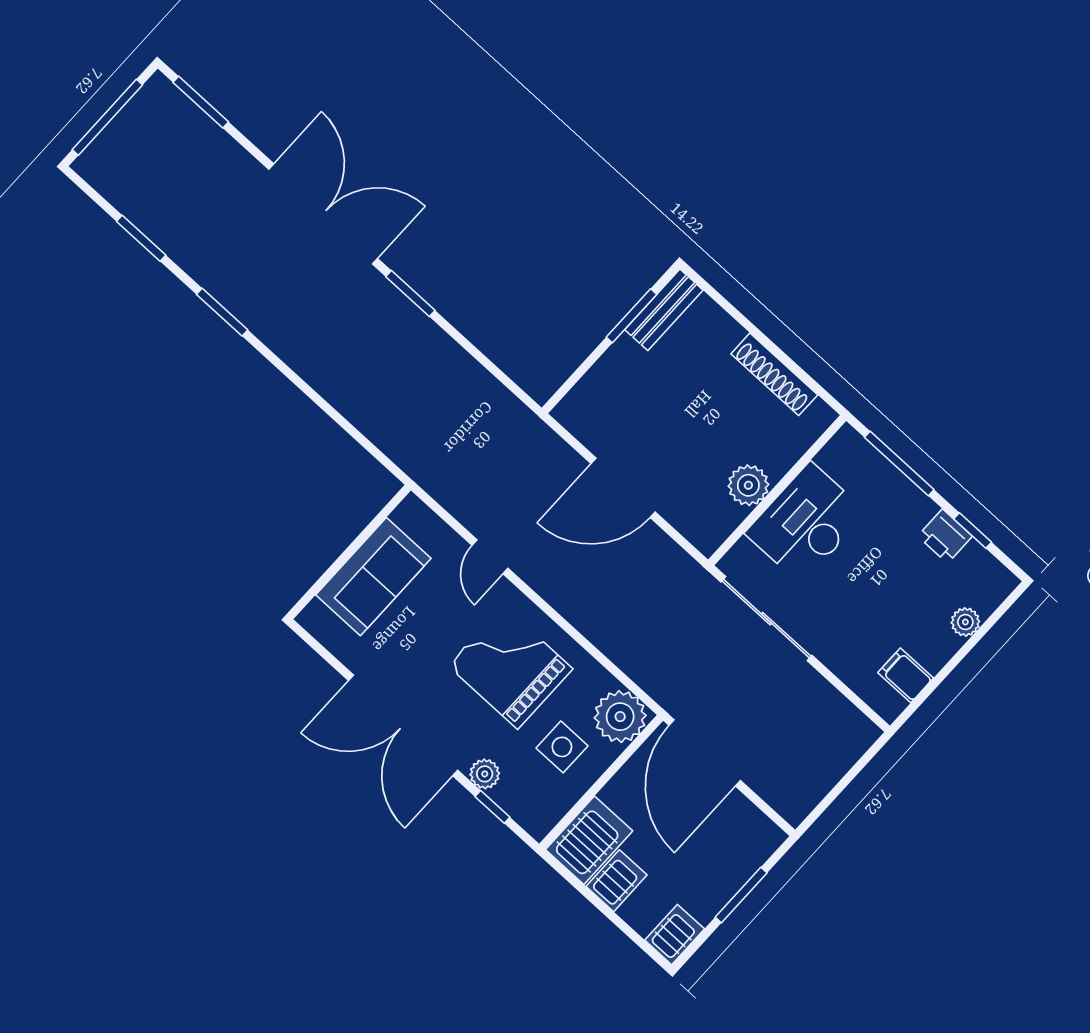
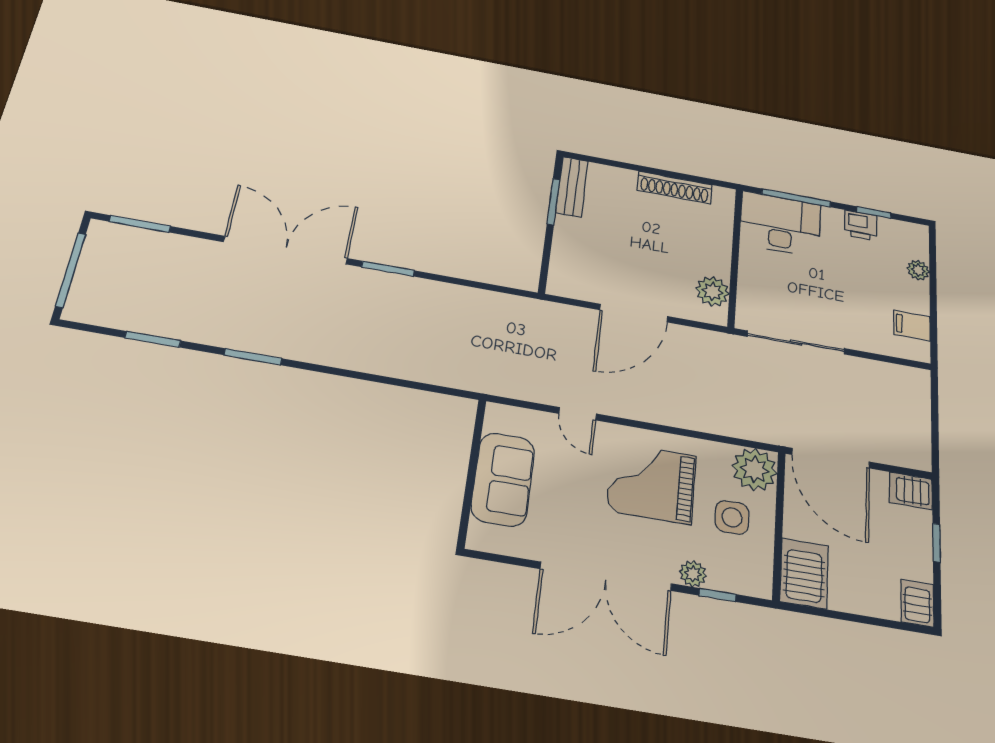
plant: (748, 485) -> (712, 291), moved
desk: (806, 523) -> (780, 224), moved, turned 90
server rack: (616, 881) -> (911, 491), moved, turned -90
window: (741, 895) -> (937, 543), width x0.67

